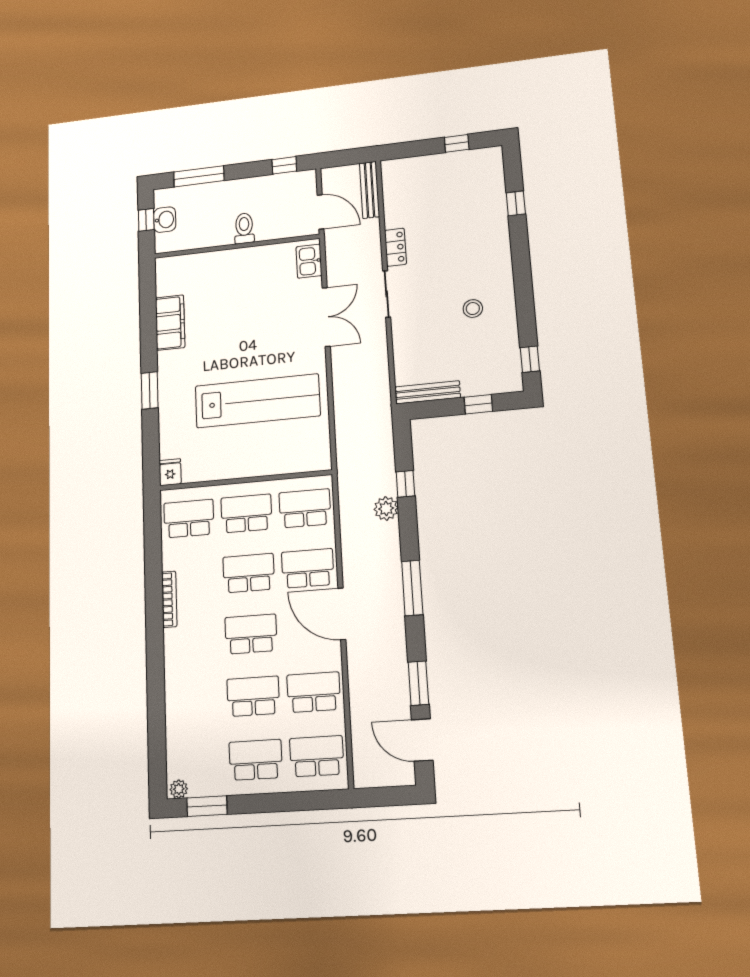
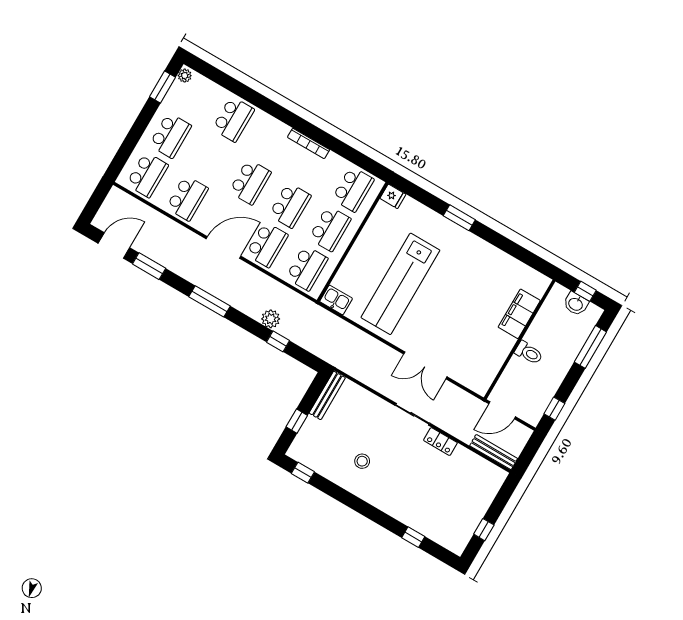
kitchen sink: (309, 261) -> (336, 300), moved
filing cabinet: (170, 323) -> (519, 314), moved, turned 90
school desk: (253, 696) -> (233, 119), moved

